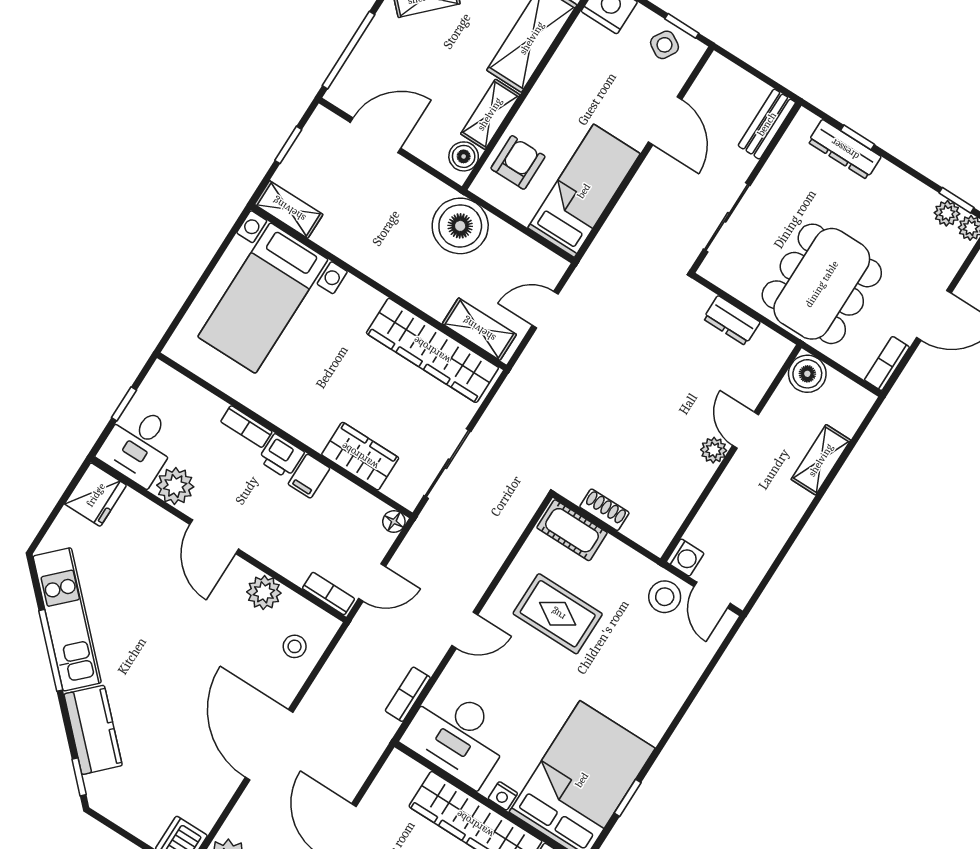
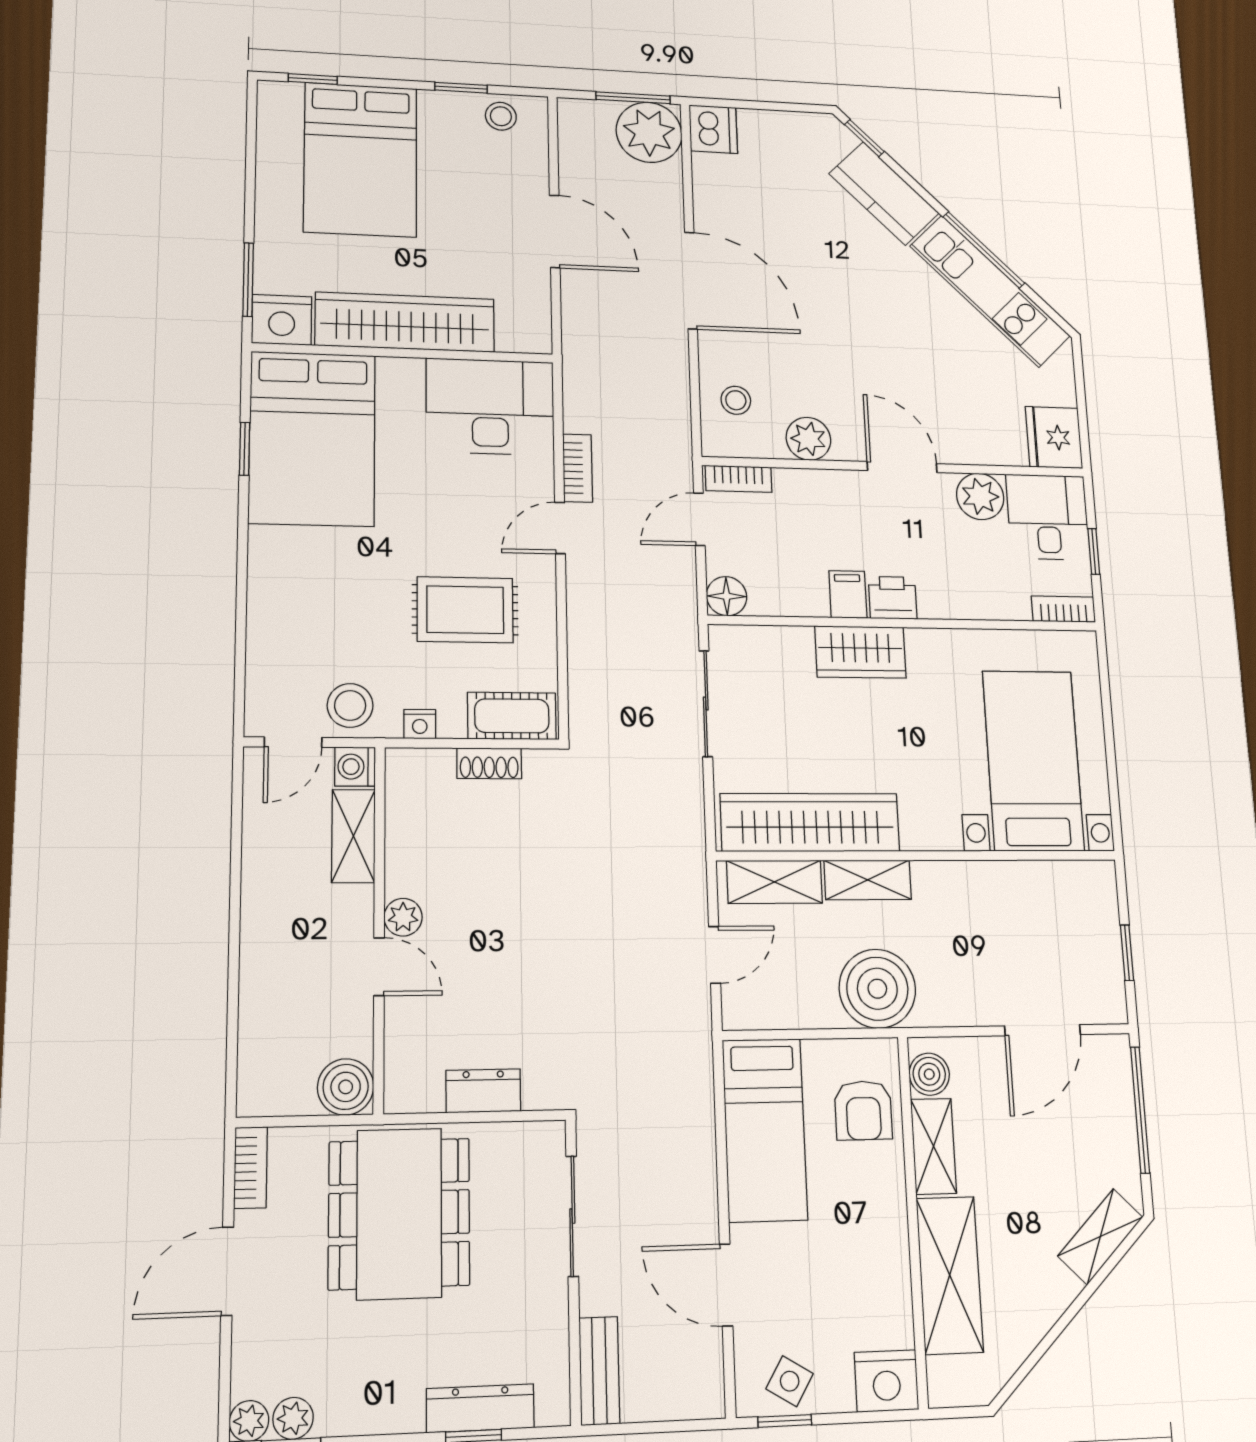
shelving: (289, 209) -> (868, 880), moved
bookcase: (246, 427) -> (1063, 609), moved
wardrobe: (360, 456) -> (860, 652), moved
shelving: (821, 460) -> (353, 836), moved
floor lamp: (394, 521) -> (727, 596), width x1.37, depth x1.37
door: (712, 595) -> (293, 742), swing flipped
bookcase: (408, 694) -> (578, 468), moved
nightstand: (503, 796) -> (420, 724), moved, turned 180

